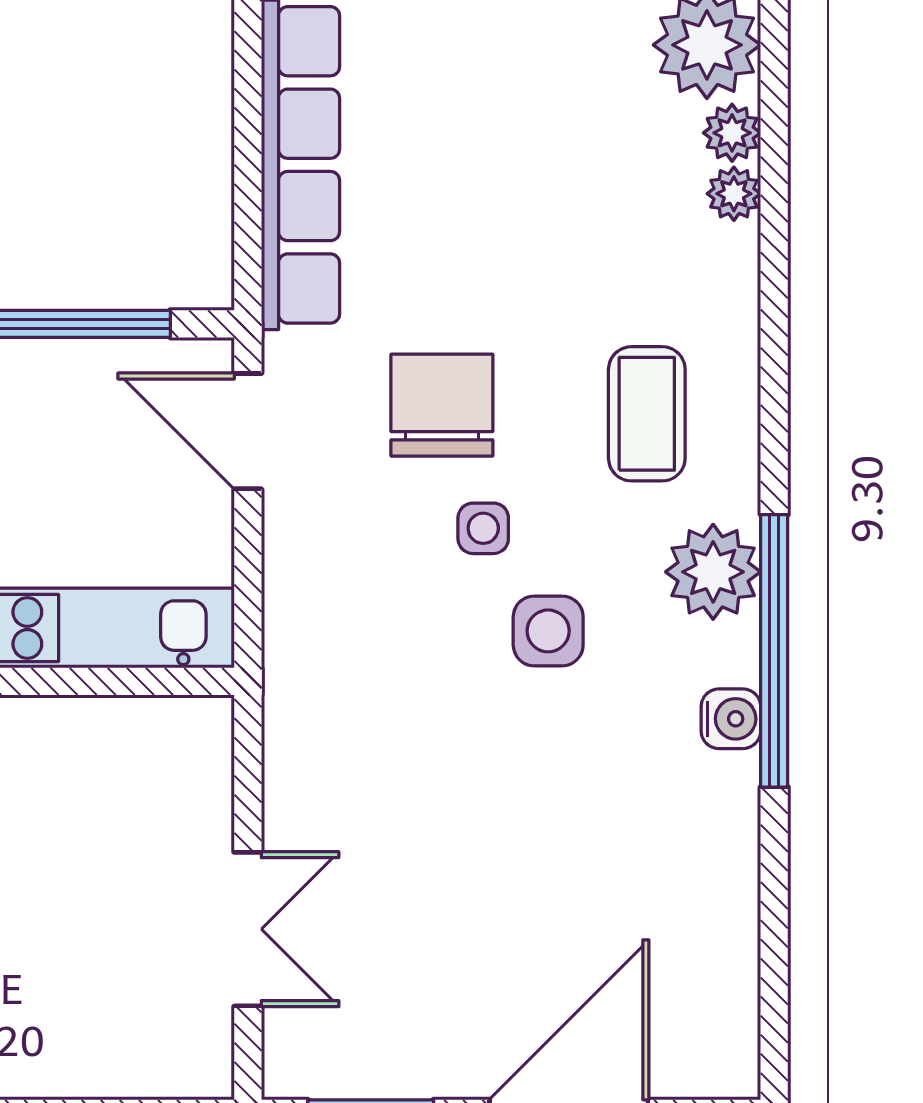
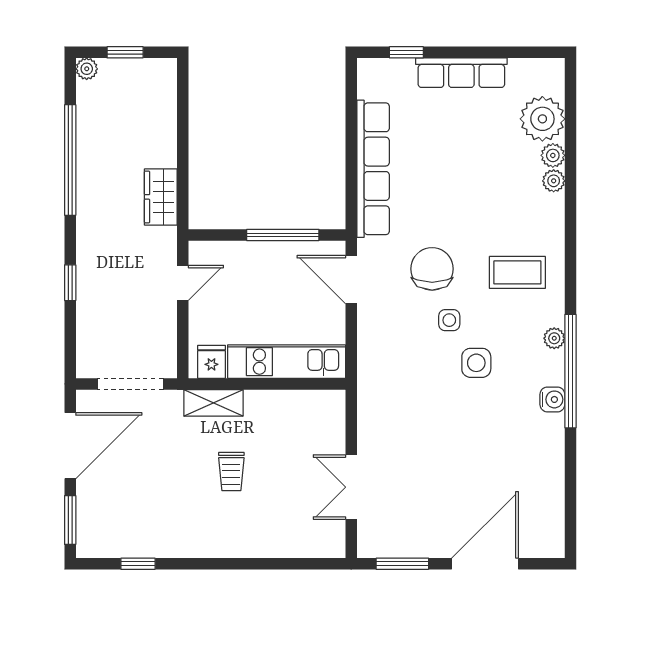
coffee table: (647, 414) -> (517, 272), turned 90
plant: (713, 572) -> (554, 338), width x0.53, depth x0.53
double door: (248, 929) -> (351, 487), swing flipped

